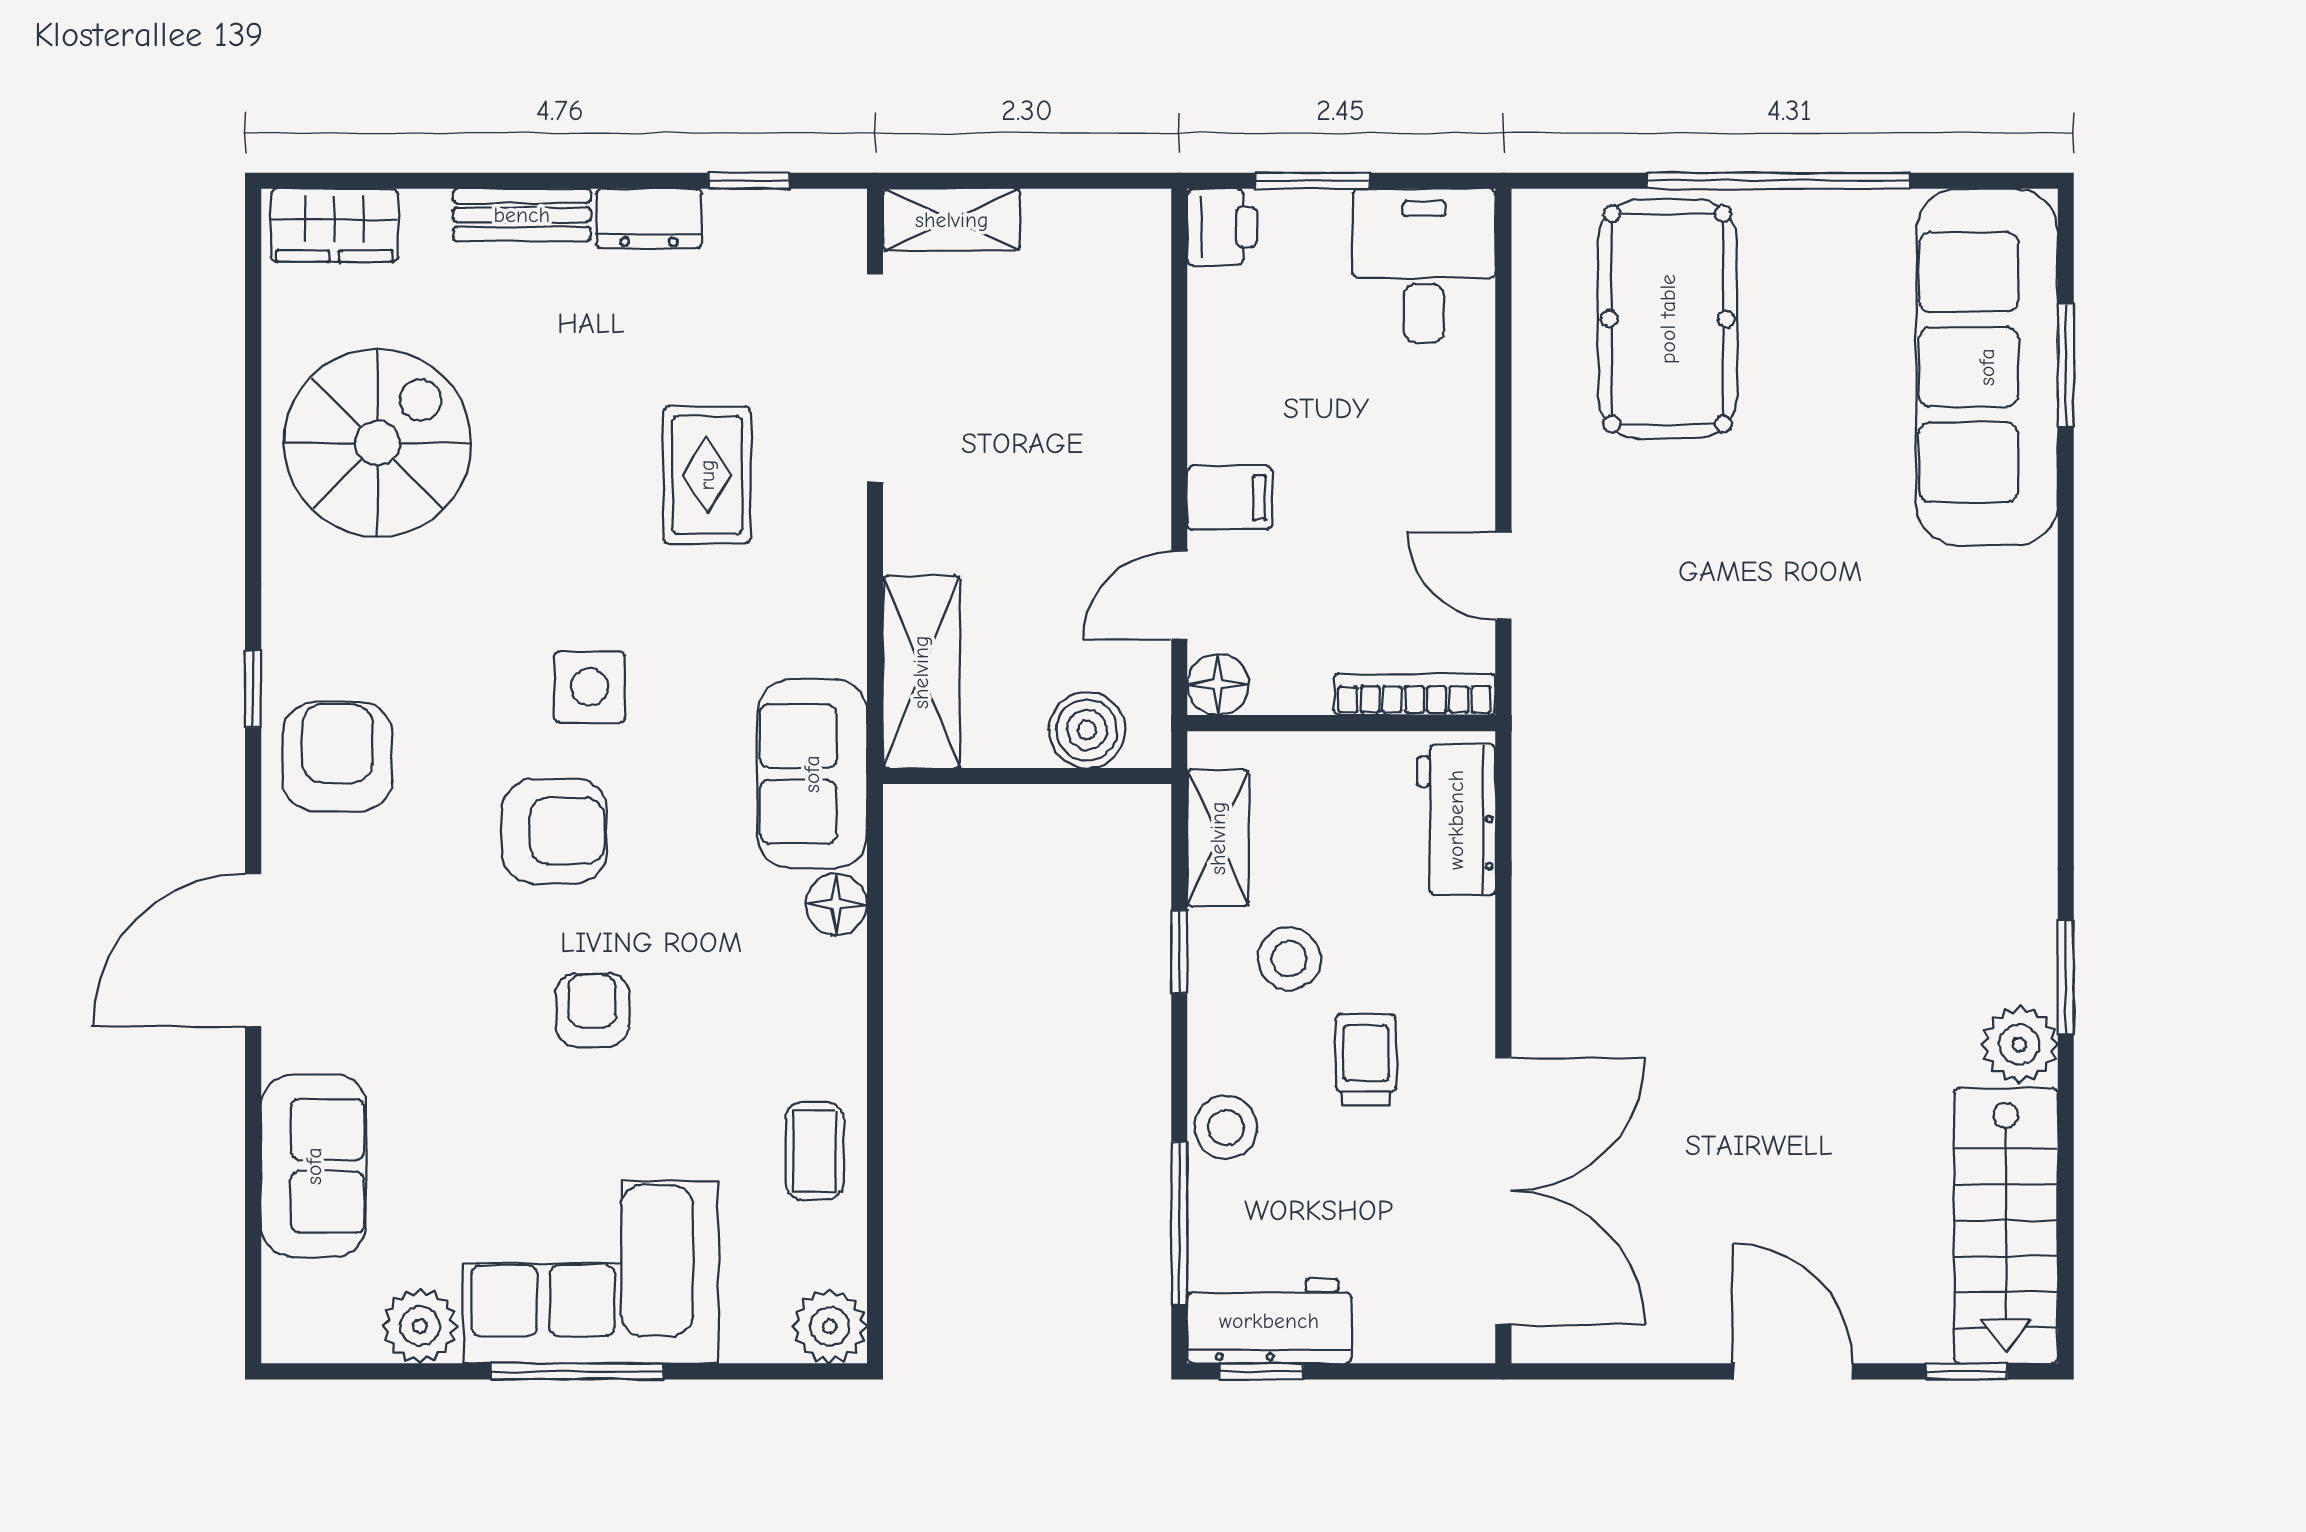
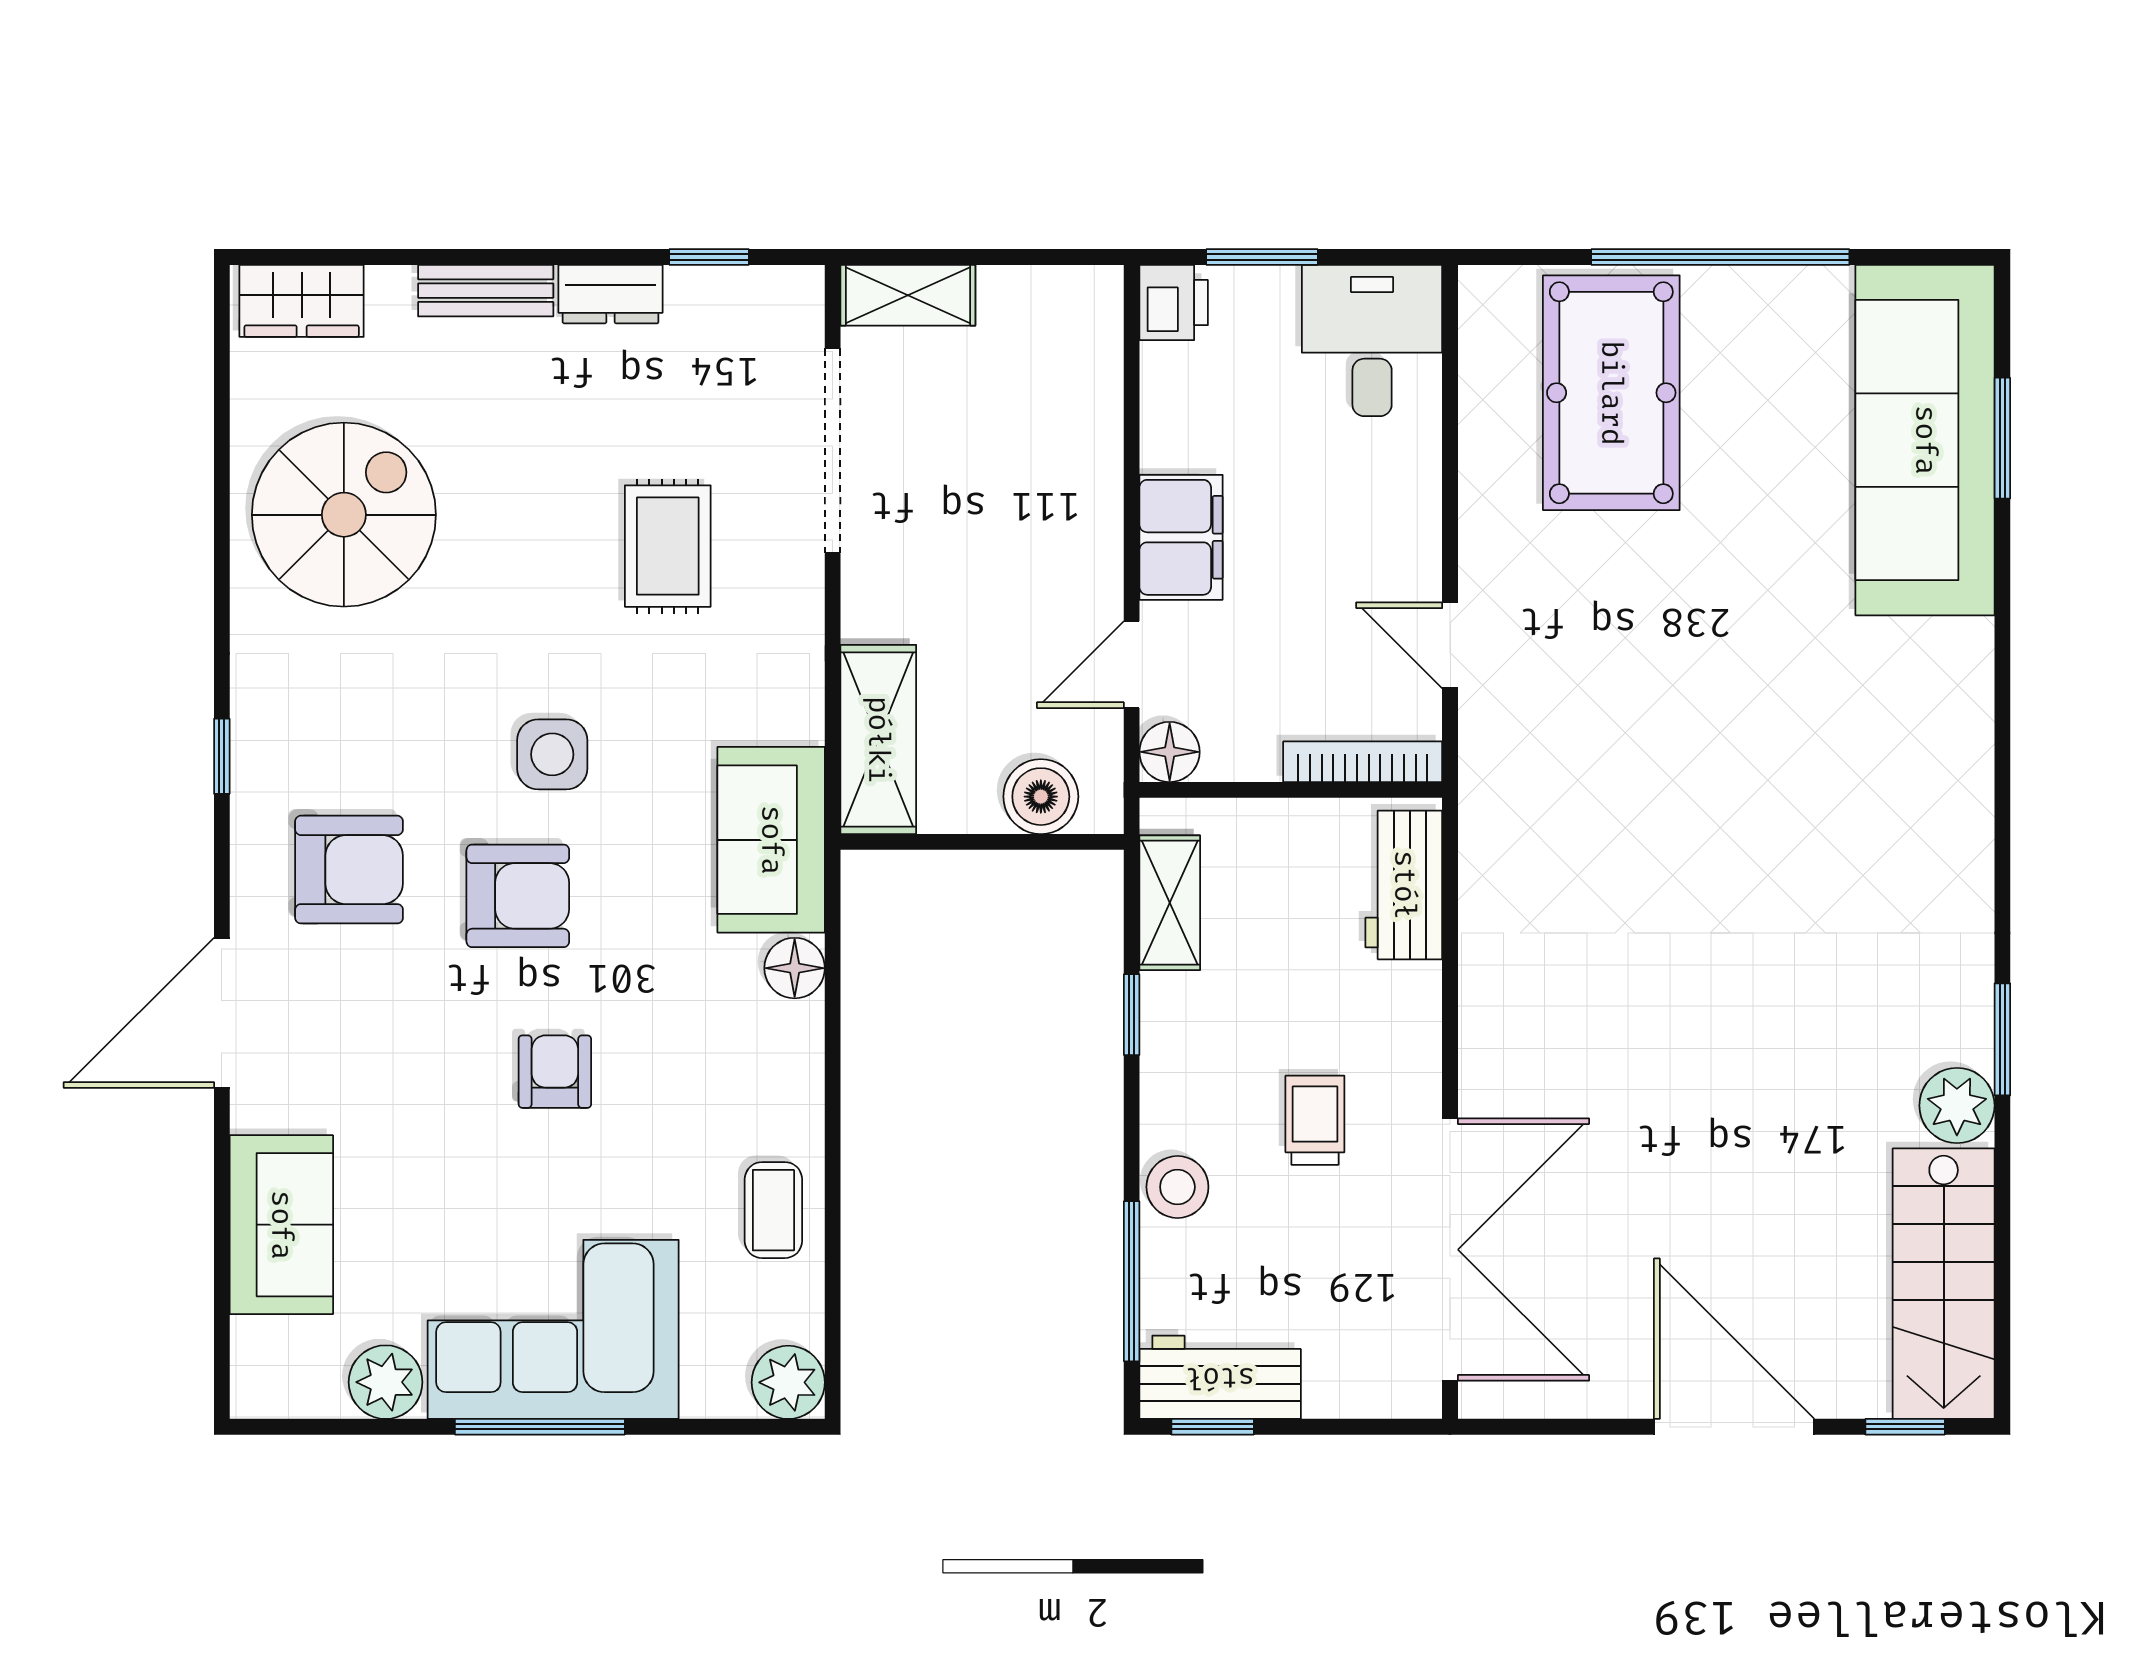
filing cabinet: (1230, 498) -> (1181, 537), width x2.00
armchair: (337, 757) -> (349, 870), moved, turned 90
stool: (1289, 959) -> (1239, 1021), removed
door: (1793, 1371) -> (1734, 1427), width x1.36

